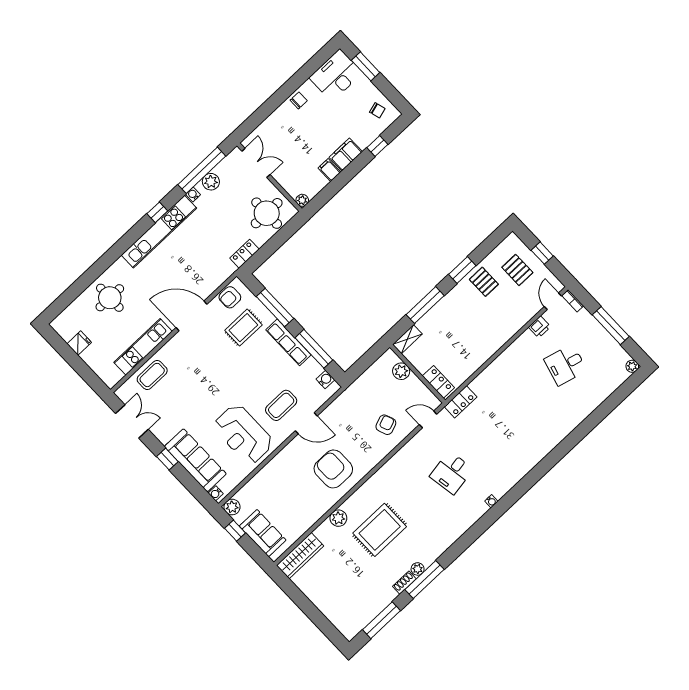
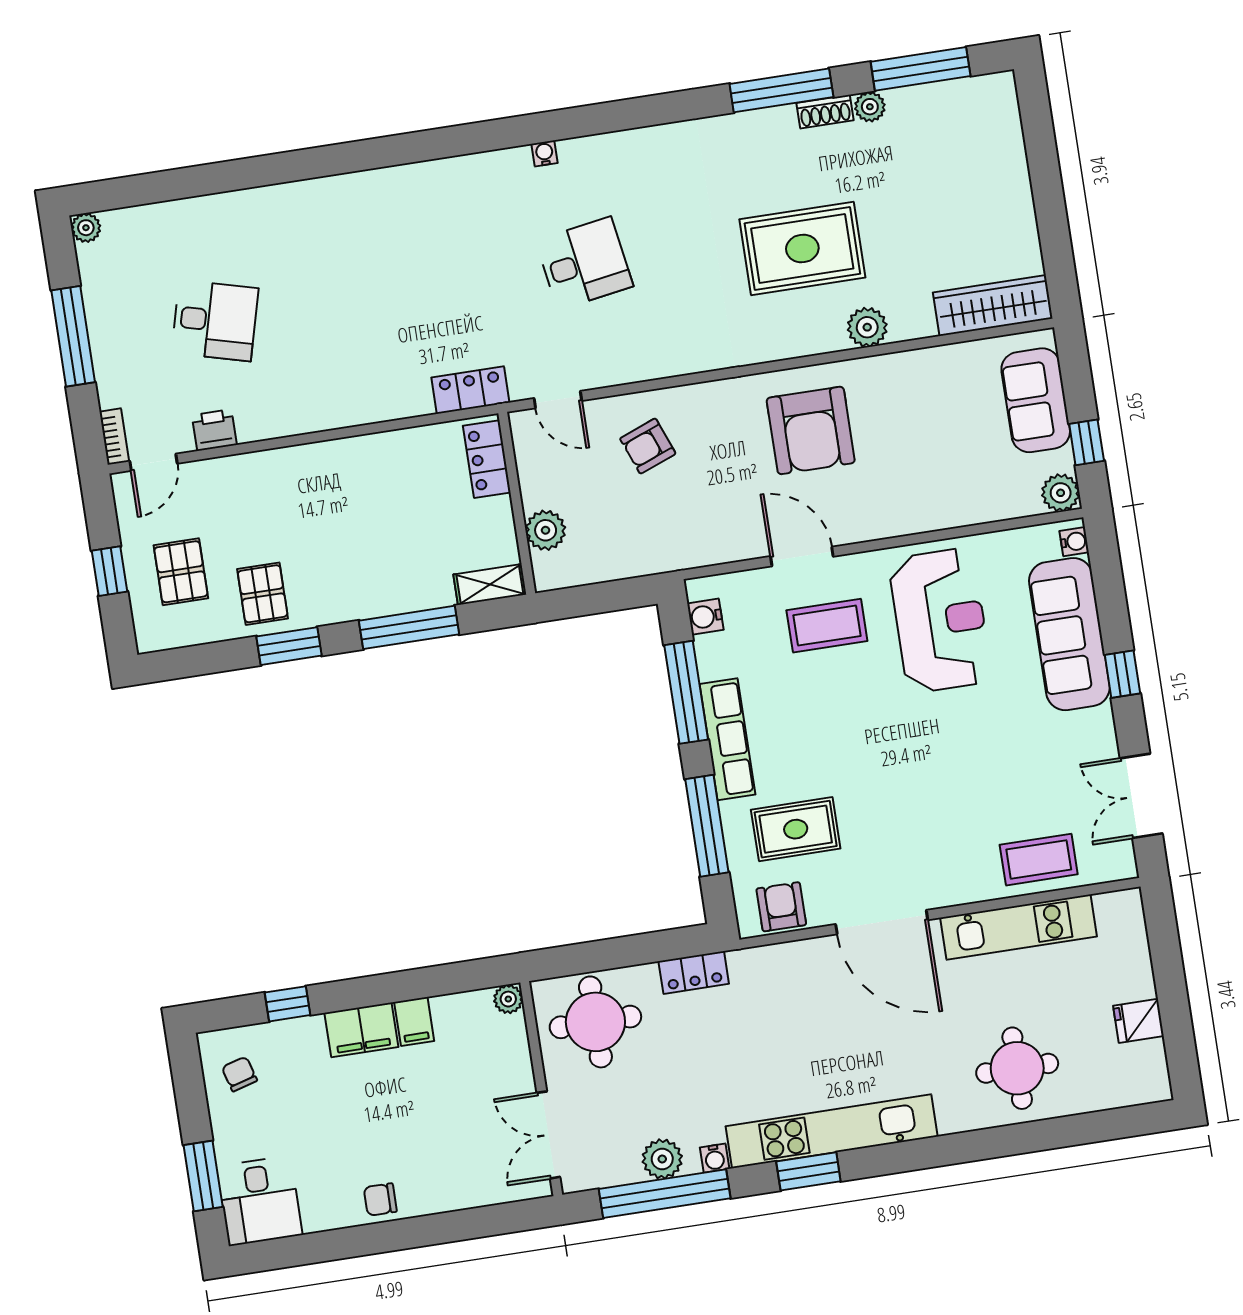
desk: (336, 75) -> (260, 1201), width x0.73
window: (157, 212) -> (808, 1171), width x1.50
armchair: (230, 297) -> (781, 907), turned -90
plant: (418, 569) -> (870, 107), moved

